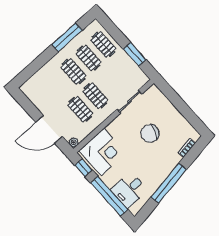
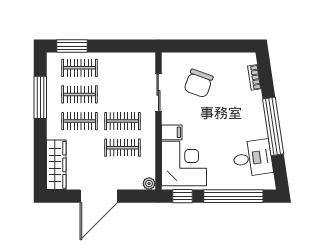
window: (135, 54) -> (72, 46), moved
wardrobe: (37, 81) -> (56, 165), added
door: (49, 129) -> (99, 196), moved
filing cabinet: (114, 129) -> (172, 132), added
chair: (150, 133) -> (199, 83), moved
desk: (129, 190) -> (253, 158), moved, turned -98

